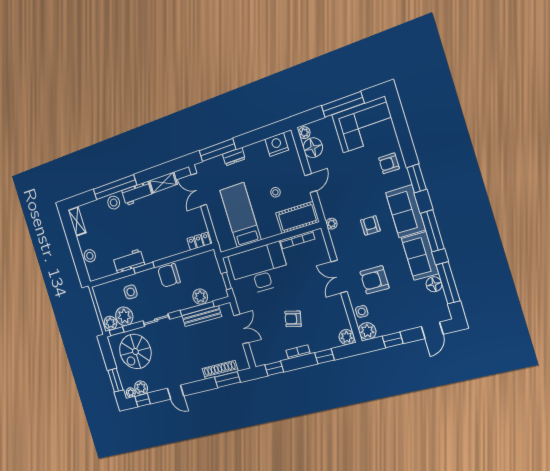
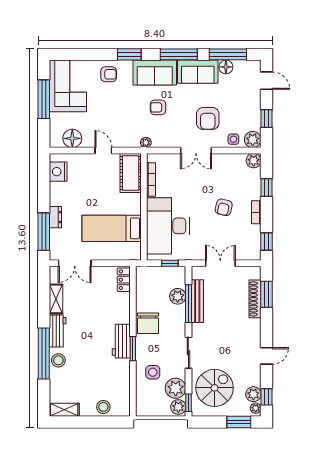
plant: (304, 133) -> (56, 142), removed
armchair: (389, 163) -> (109, 74), turned -90
stool: (275, 192) -> (101, 187), removed
workbench: (129, 261) -> (121, 341), moved
spiral stairs: (135, 351) -> (215, 388), turned -90

